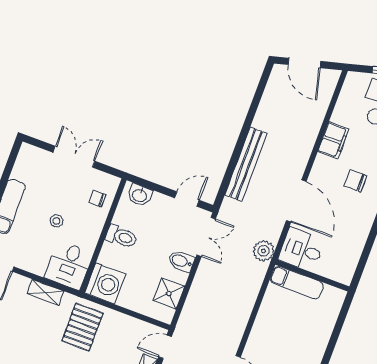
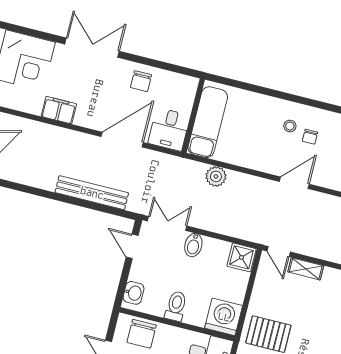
chair: (355, 181) -> (141, 81), moved
chair: (97, 199) -> (142, 334), width x1.87, depth x1.87
plant: (264, 251) -> (216, 176), moved
exam couch: (297, 282) -> (208, 122), width x1.36, depth x1.45
shower: (169, 293) -> (241, 257), moved

